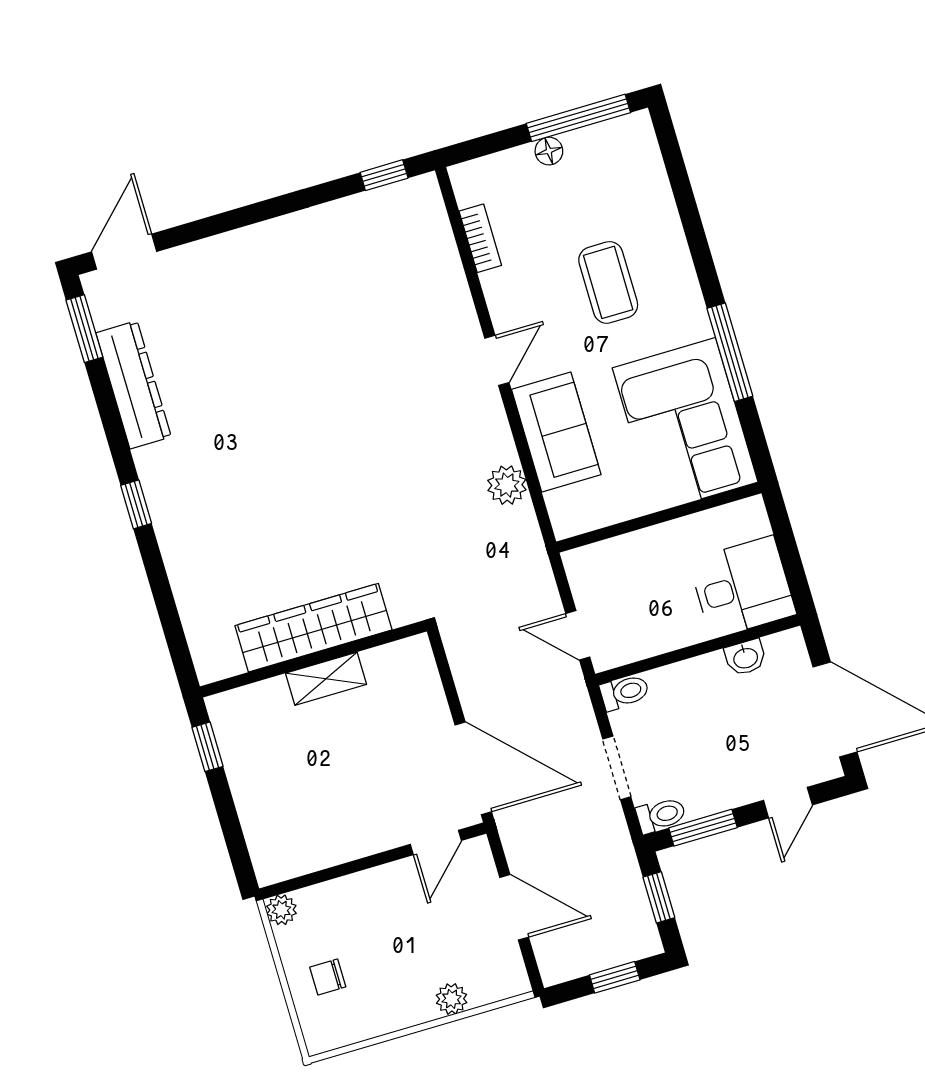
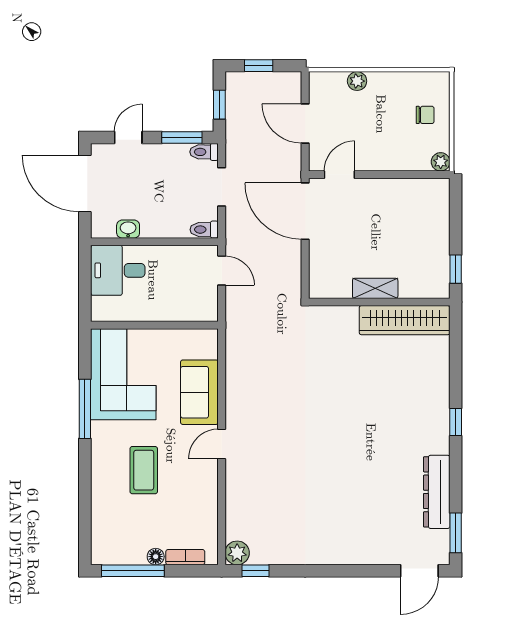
bookcase: (480, 238) -> (185, 557), moved, turned 90
plant: (507, 485) -> (237, 553), moved
wardrobe: (313, 628) -> (405, 320), moved

